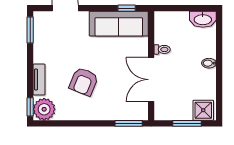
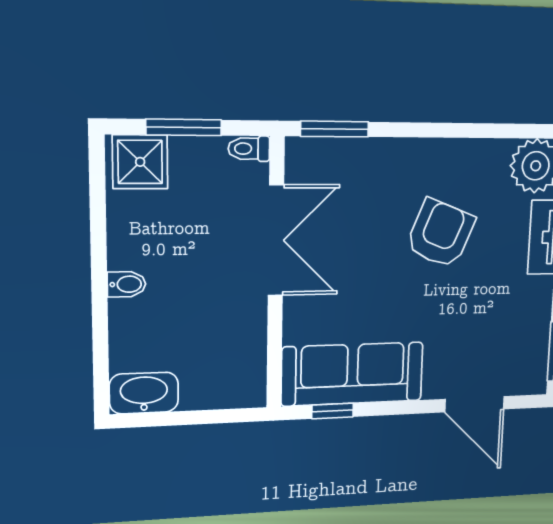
toilet: (162, 49) -> (249, 149), moved

